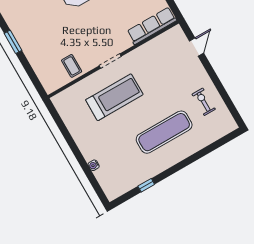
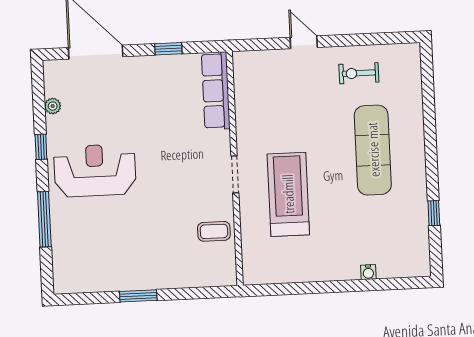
door: (197, 47) -> (304, 42), moved

